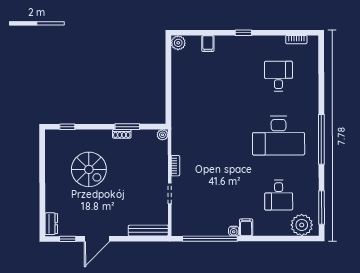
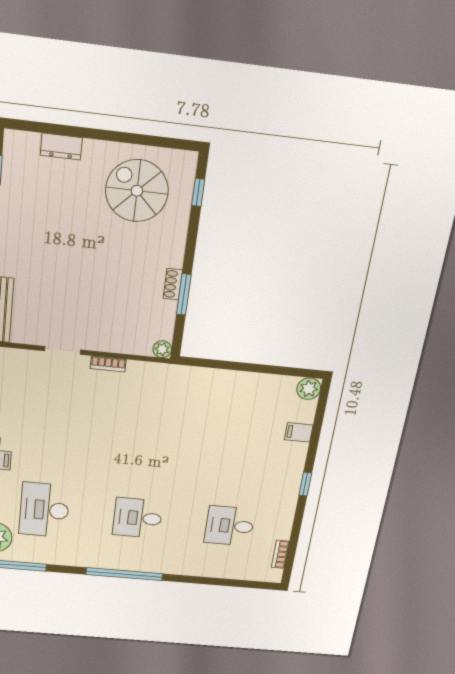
desk: (278, 76) -> (230, 526), turned 180
desk: (279, 136) -> (138, 518), width x0.53, depth x0.77
spiral stairs: (89, 169) -> (137, 191), moved, turned 90
desk: (279, 195) -> (44, 510), width x1.37
dresser: (51, 224) -> (61, 147), moved

